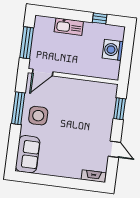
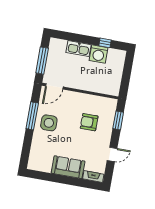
washing machine: (113, 50) -> (99, 54), moved, turned -90
armchair: (85, 112) -> (89, 122), added
door: (114, 149) -> (112, 154), hinge flipped
sofa: (28, 154) -> (68, 167), moved, turned -90

